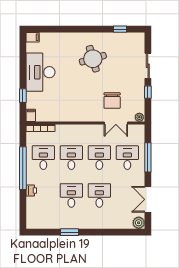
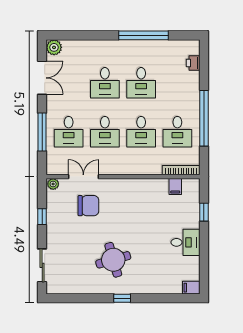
window: (120, 29) -> (122, 298), moved
sliding door: (148, 66) -> (42, 265), moved
desk: (40, 72) -> (185, 242), width x0.53, depth x0.77
chair: (112, 101) -> (88, 206), turned 90
filing cabinet: (31, 115) -> (175, 186), moved
printer: (31, 190) -> (193, 63), moved
window: (69, 232) -> (143, 35), width x2.11

